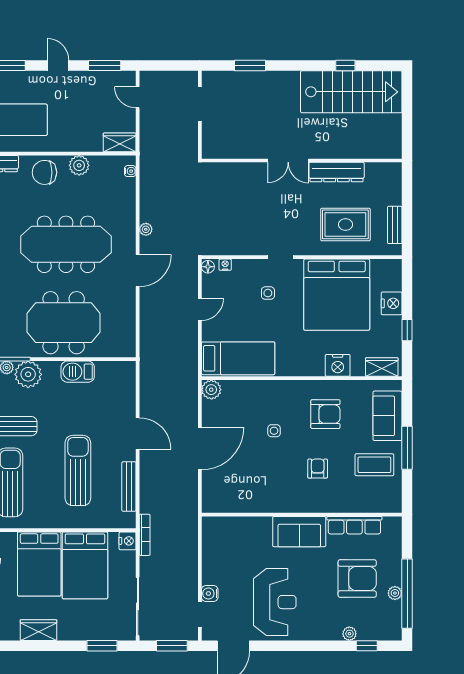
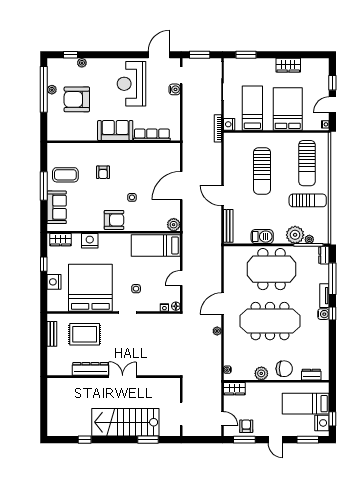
armchair: (102, 86) -> (246, 426), added
stairs: (351, 92) -> (125, 422), moved
armchair: (325, 414) -> (114, 220), moved, turned 180
bench: (129, 486) -> (228, 226), moved
row of seats: (354, 525) -> (152, 135), moved
bed: (85, 565) -> (252, 108), width x0.67

